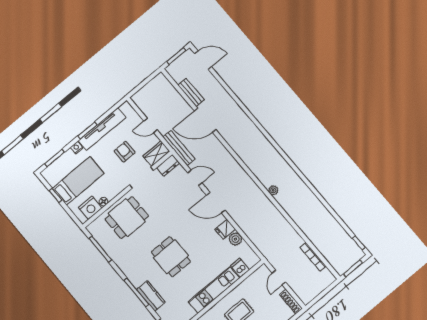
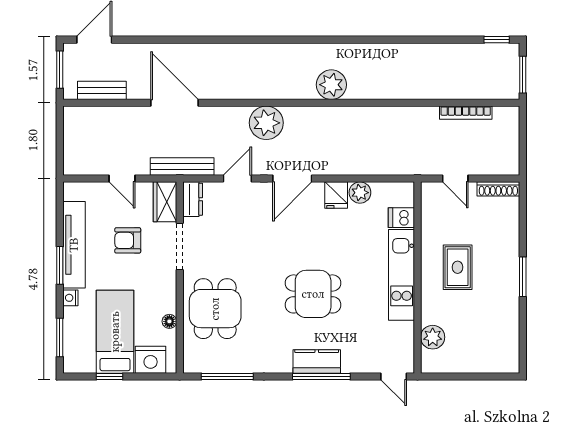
bench: (191, 92) -> (102, 90), moved
door: (205, 120) -> (175, 103), swing flipped
door: (151, 125) -> (122, 179), hinge flipped
plant: (231, 170) -> (266, 123), added
plant: (273, 190) -> (331, 85), width x1.88, depth x1.88
nightstand: (90, 208) -> (151, 360), moved, turned 90
kitchen counter: (151, 296) -> (317, 361), moved

